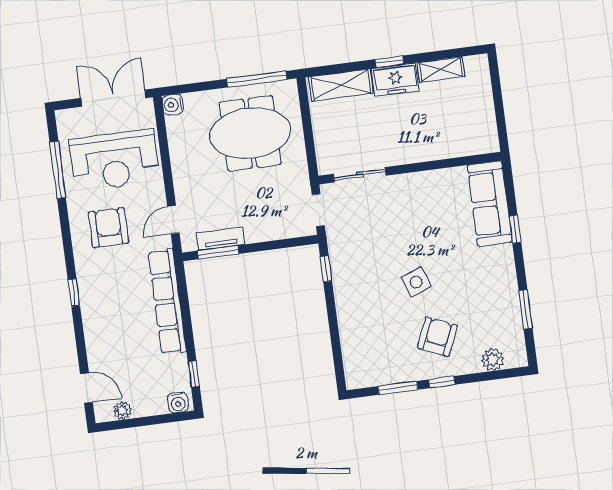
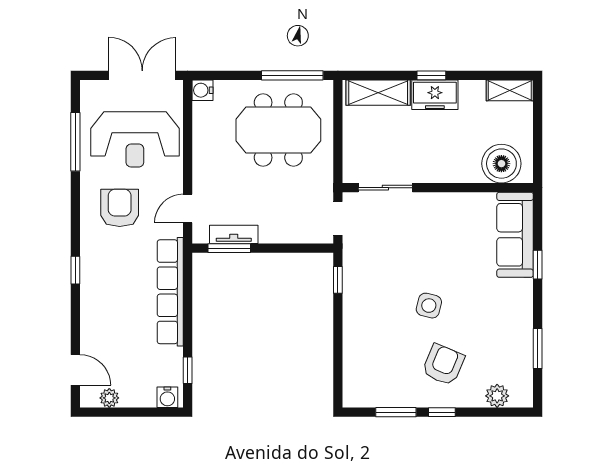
shelving: (441, 70) -> (510, 90), moved
boiler: (468, 137) -> (501, 164), added
side table: (416, 282) -> (429, 306), turned 34

